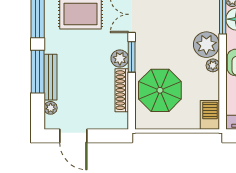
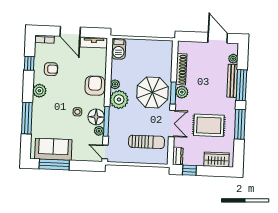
parasol: (160, 90) -> (152, 92), moved

